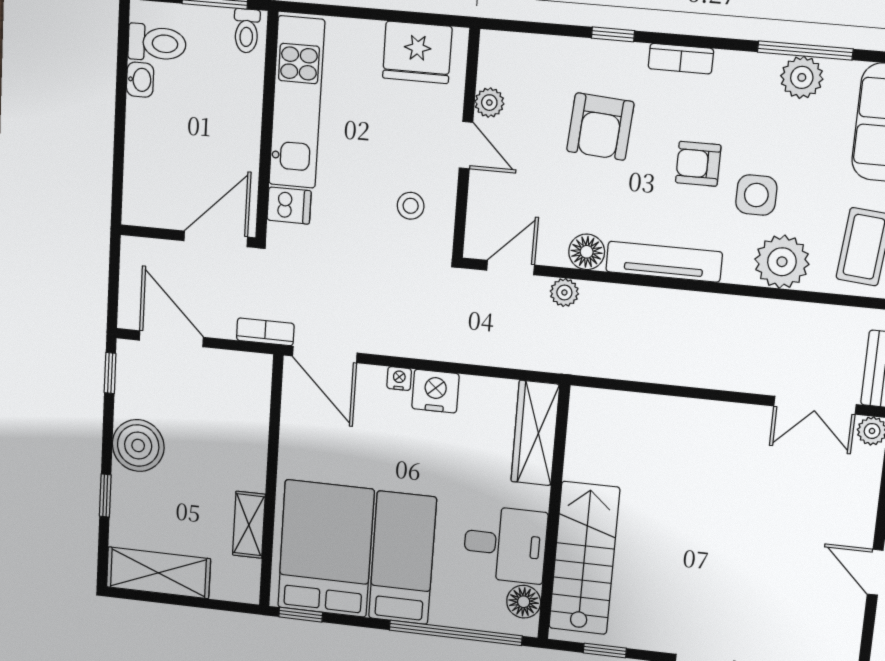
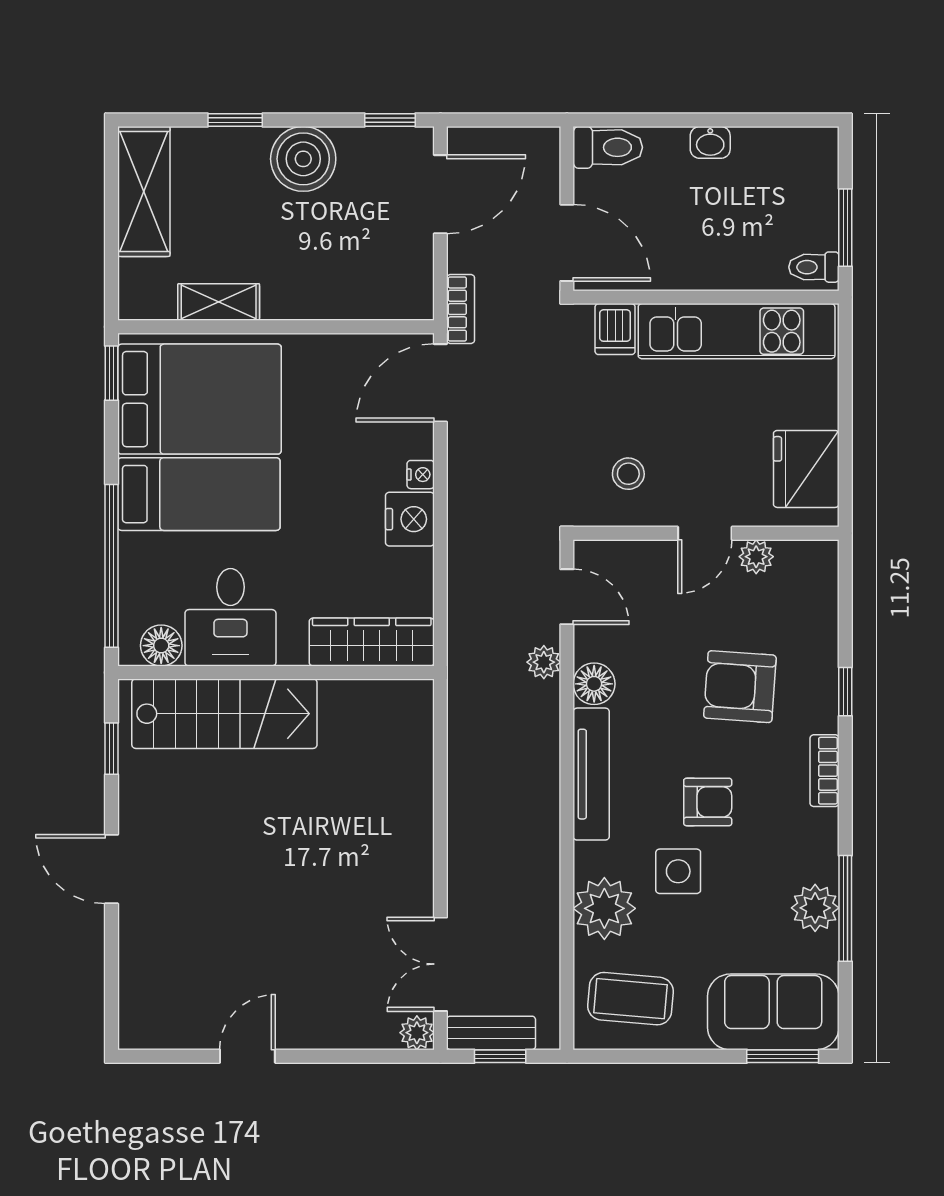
toilet: (157, 43) -> (608, 147), moved, turned -90
washbasin: (140, 80) -> (710, 142), moved
armchair: (698, 164) -> (708, 802), turned 90

